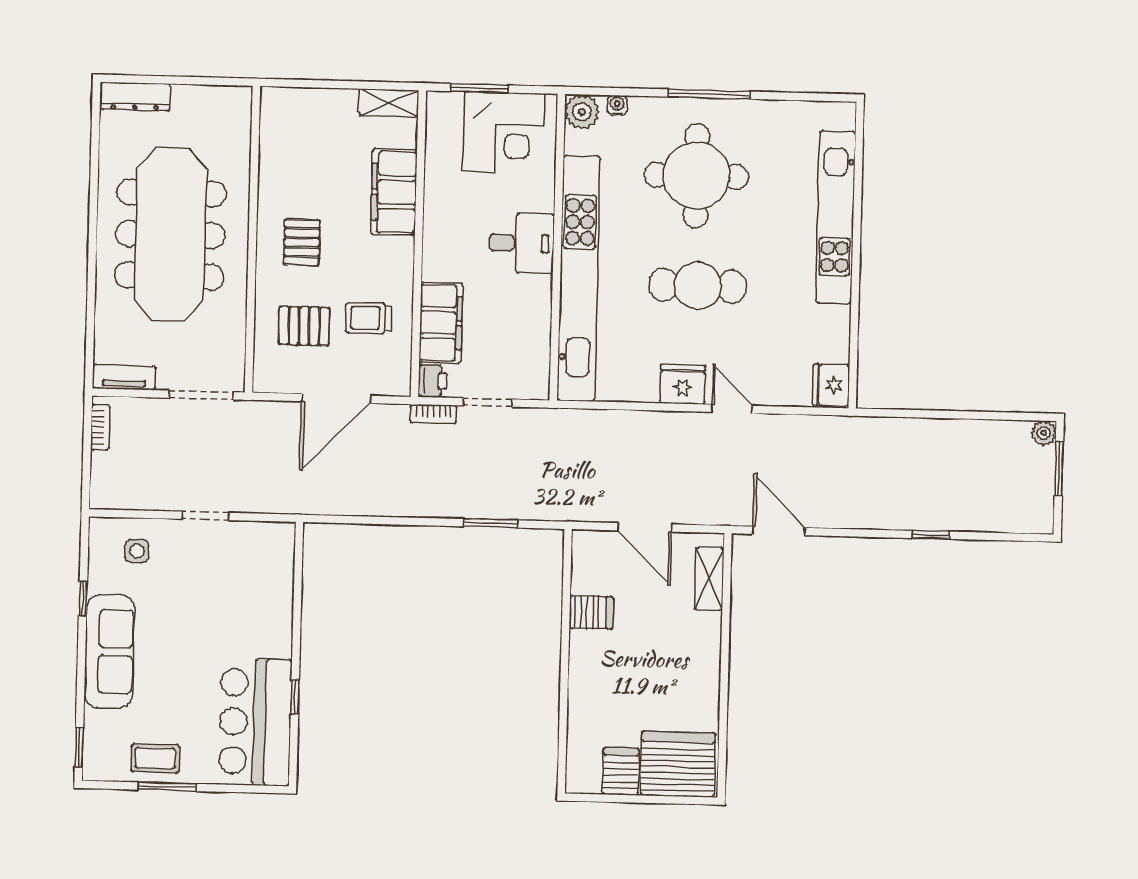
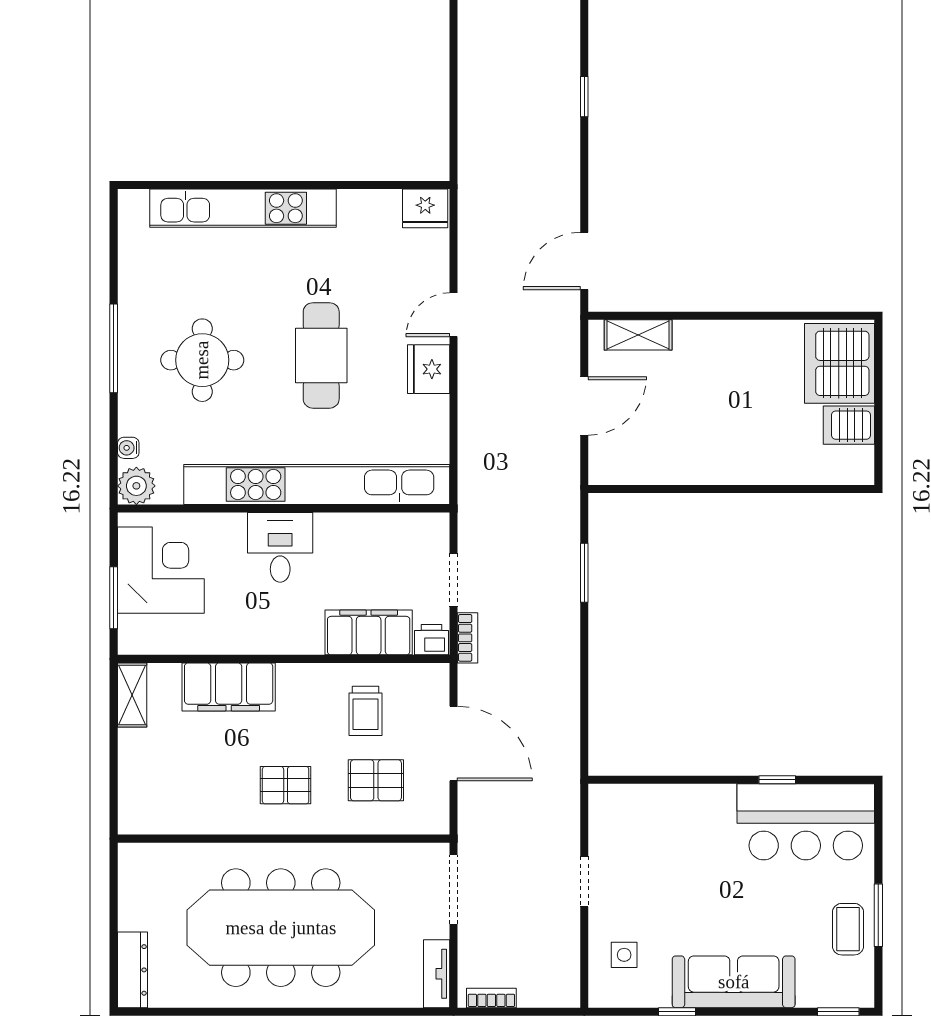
round table: (696, 176) -> (202, 360), width x0.73, depth x0.73
pallet: (304, 326) -> (376, 780), turned 90
server rack: (591, 612) -> (678, 462), removed

